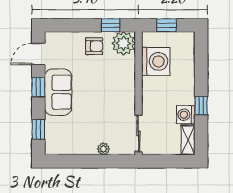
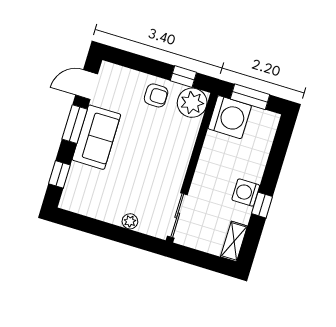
window: (167, 25) -> (250, 97), width x1.50
washing machine: (156, 61) -> (230, 117), moved
window: (38, 87) -> (75, 124), width x1.50
washing machine: (186, 115) -> (246, 193), moved

